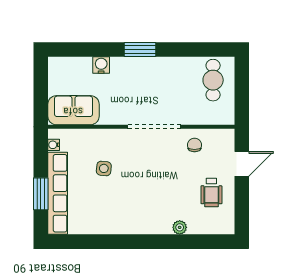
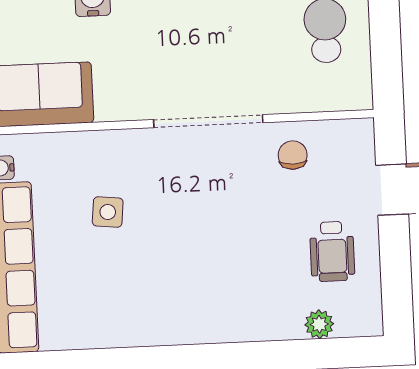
plant: (180, 227) -> (319, 324), moved

